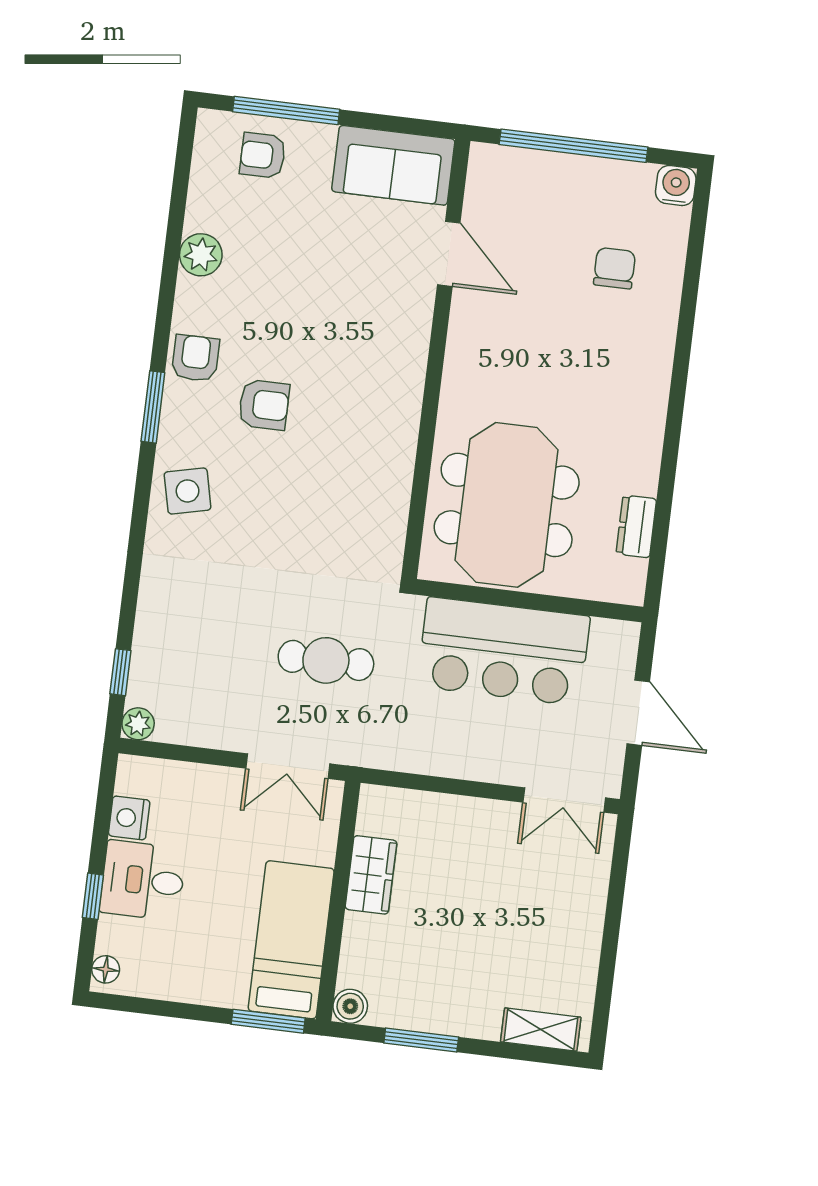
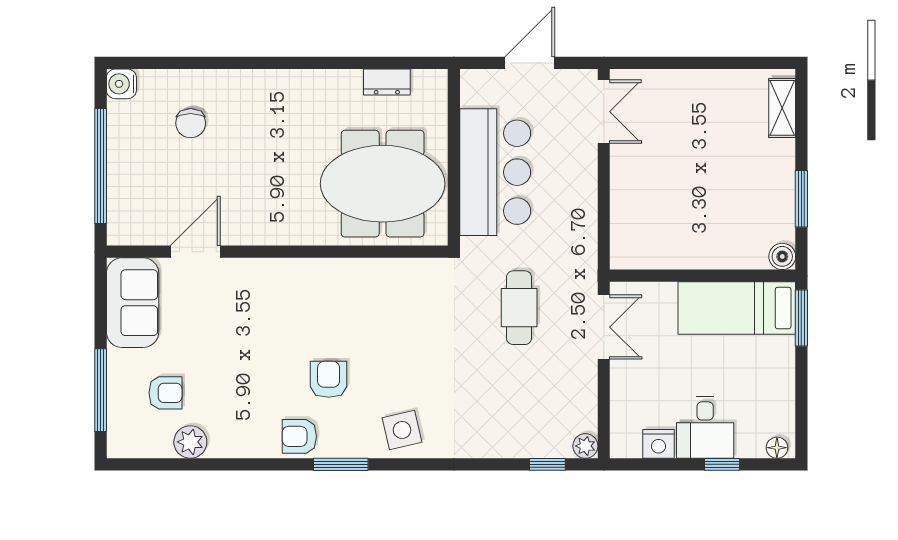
armchair: (263, 155) -> (165, 393), moved, turned -90
plant: (201, 255) -> (190, 442), moved
chair: (614, 268) -> (191, 123), turned -90
wardrobe: (371, 875) -> (679, 253), removed

